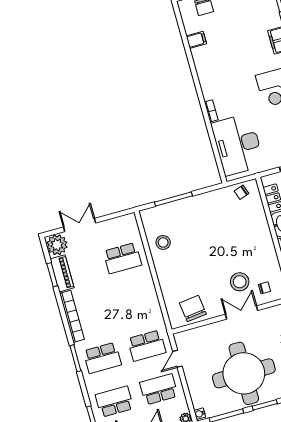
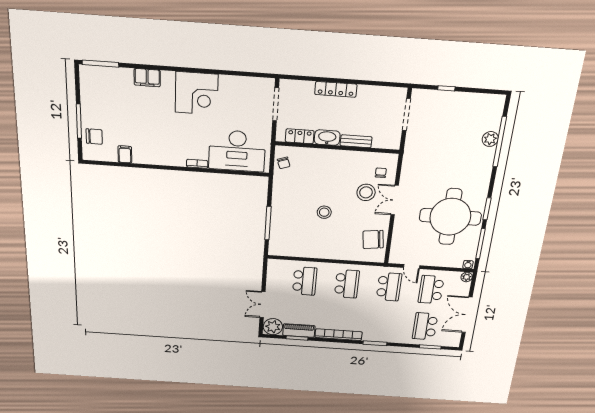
stool: (163, 242) -> (324, 212), moved
school desk: (102, 358) -> (347, 284), moved

